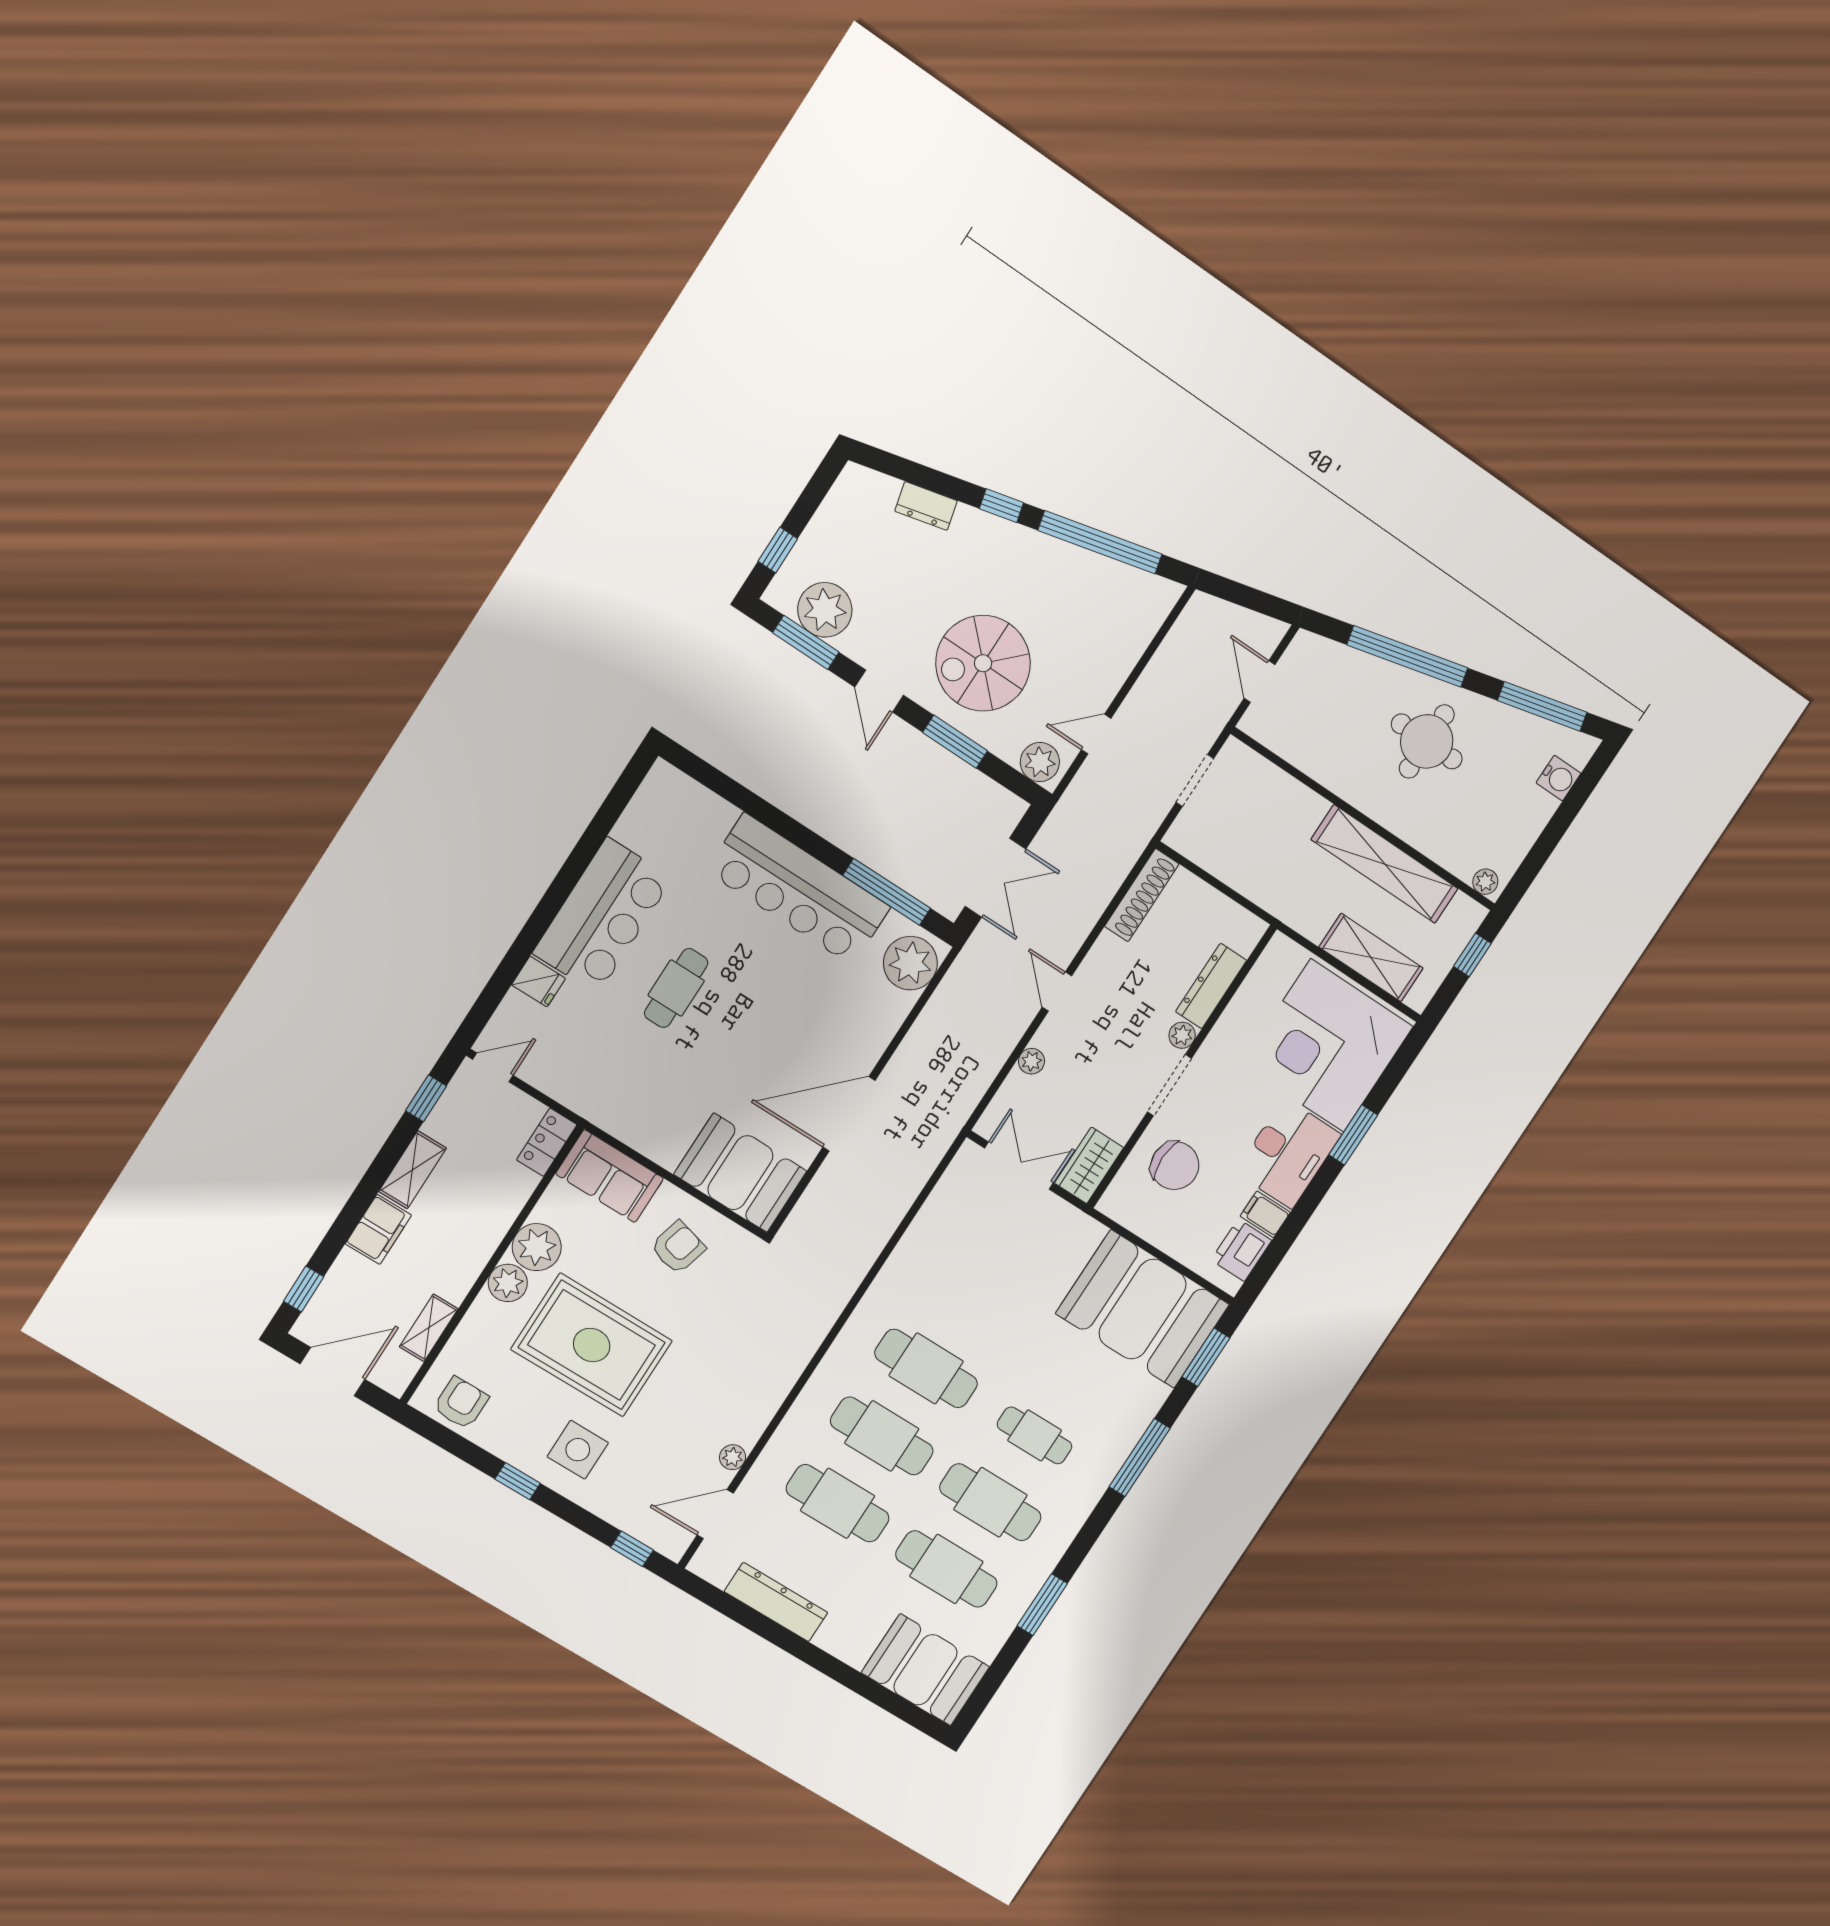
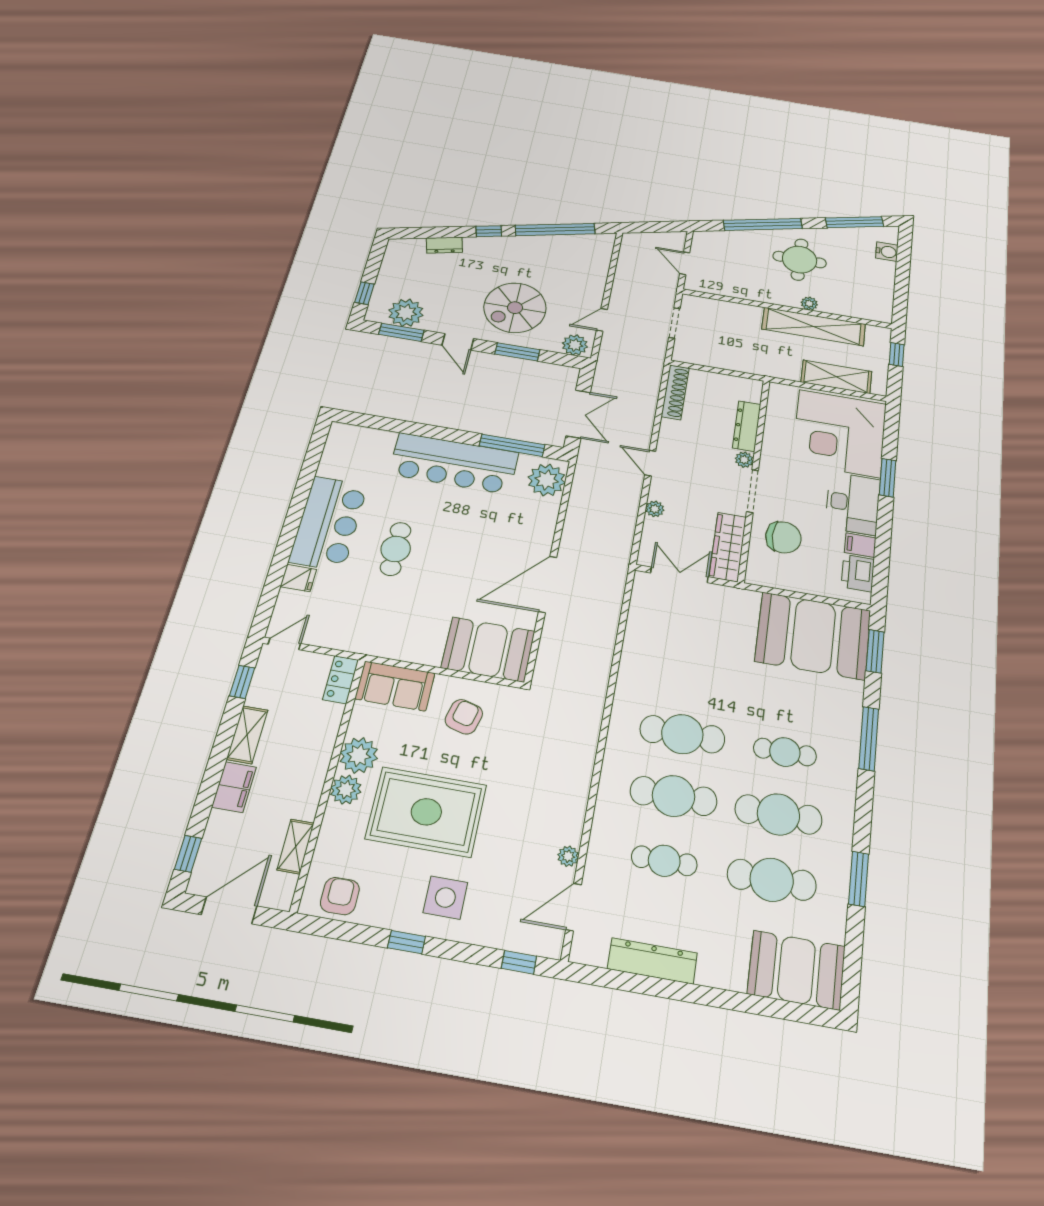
plant: (1485, 882) -> (809, 304), moved
wardrobe: (1089, 1165) -> (728, 547), width x1.50
cafe table: (838, 1503) -> (664, 861), width x0.73, depth x0.74

